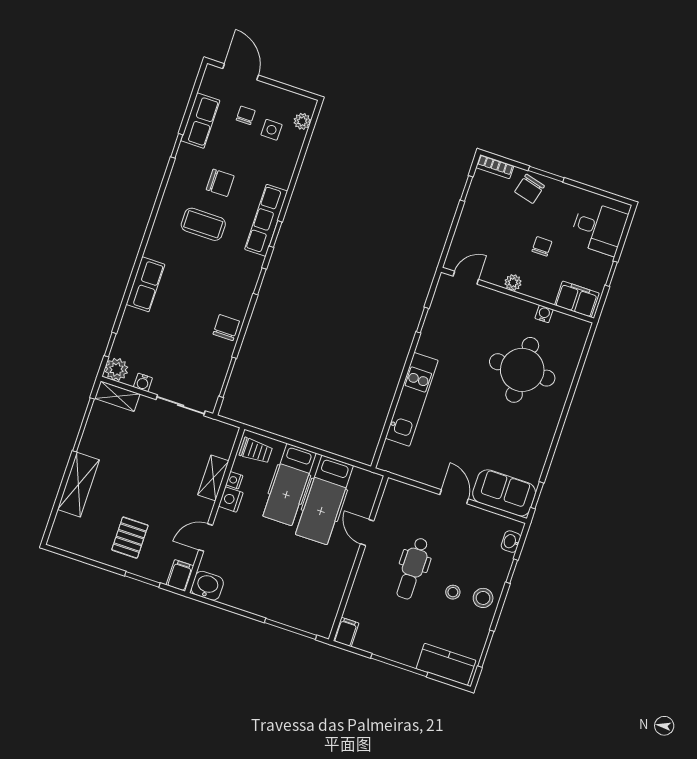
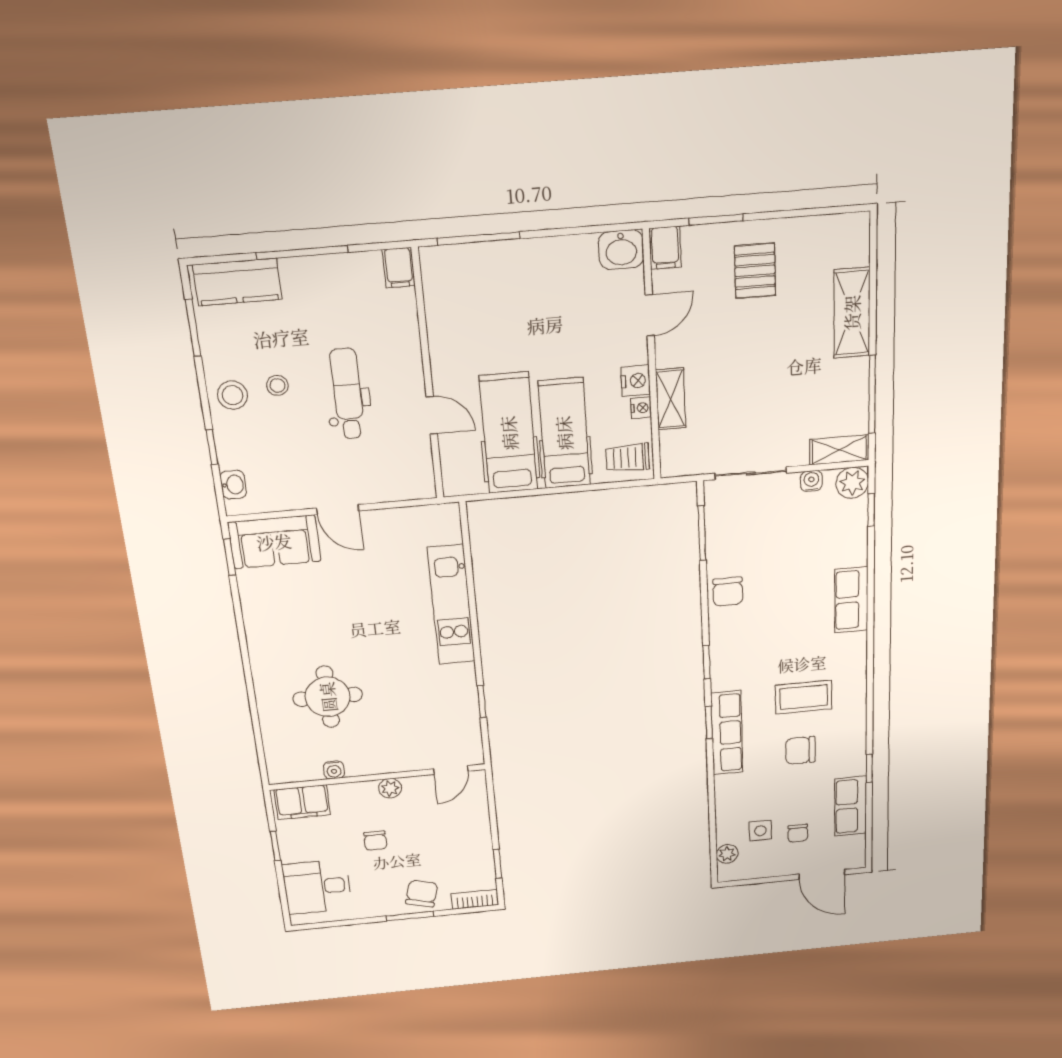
round table: (522, 370) -> (328, 697), width x0.73, depth x0.73

